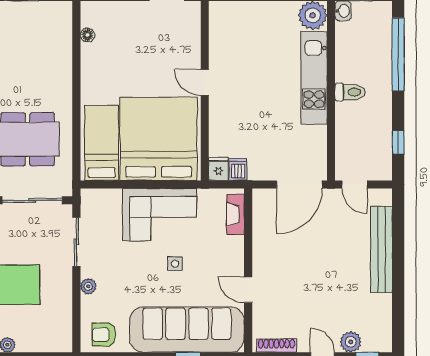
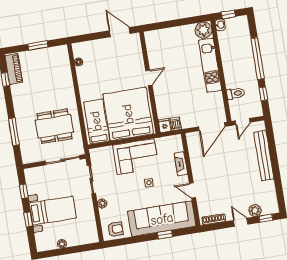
window: (398, 54) -> (258, 59), moved
door: (205, 82) -> (149, 78), swing flipped
toilet: (350, 92) -> (236, 93), moved
door: (355, 185) -> (243, 122), hinge flipped
fireplace: (236, 214) -> (181, 164), moved
armchair: (104, 335) -> (115, 229), turned 180

